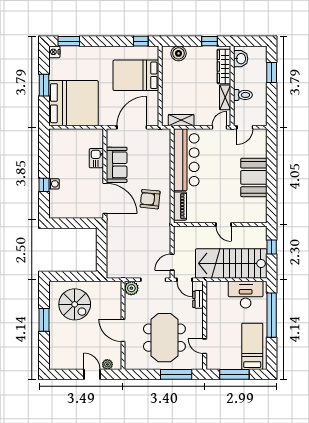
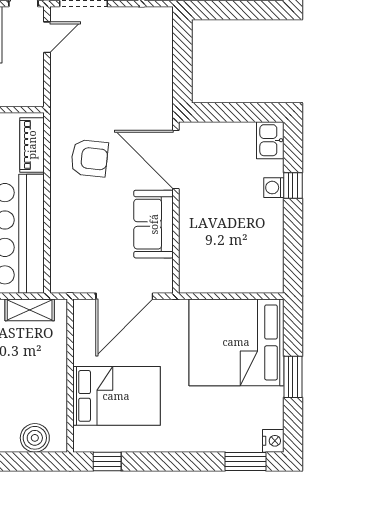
kitchen sink: (96, 158) -> (270, 140), moved, turned 180

